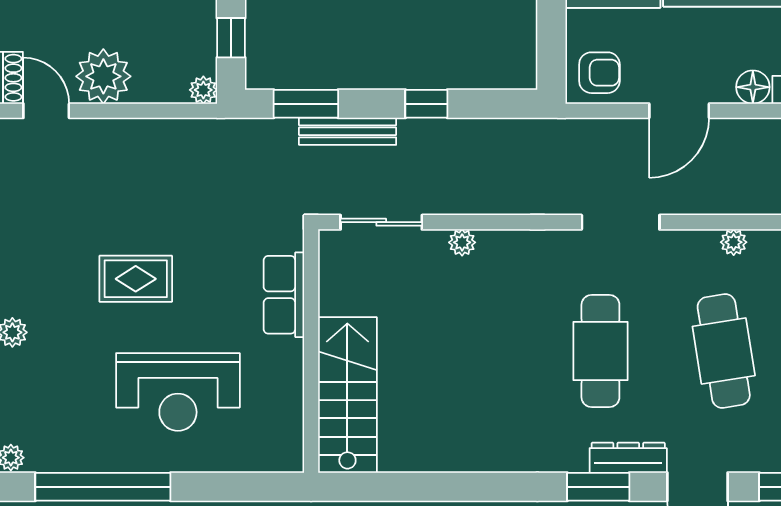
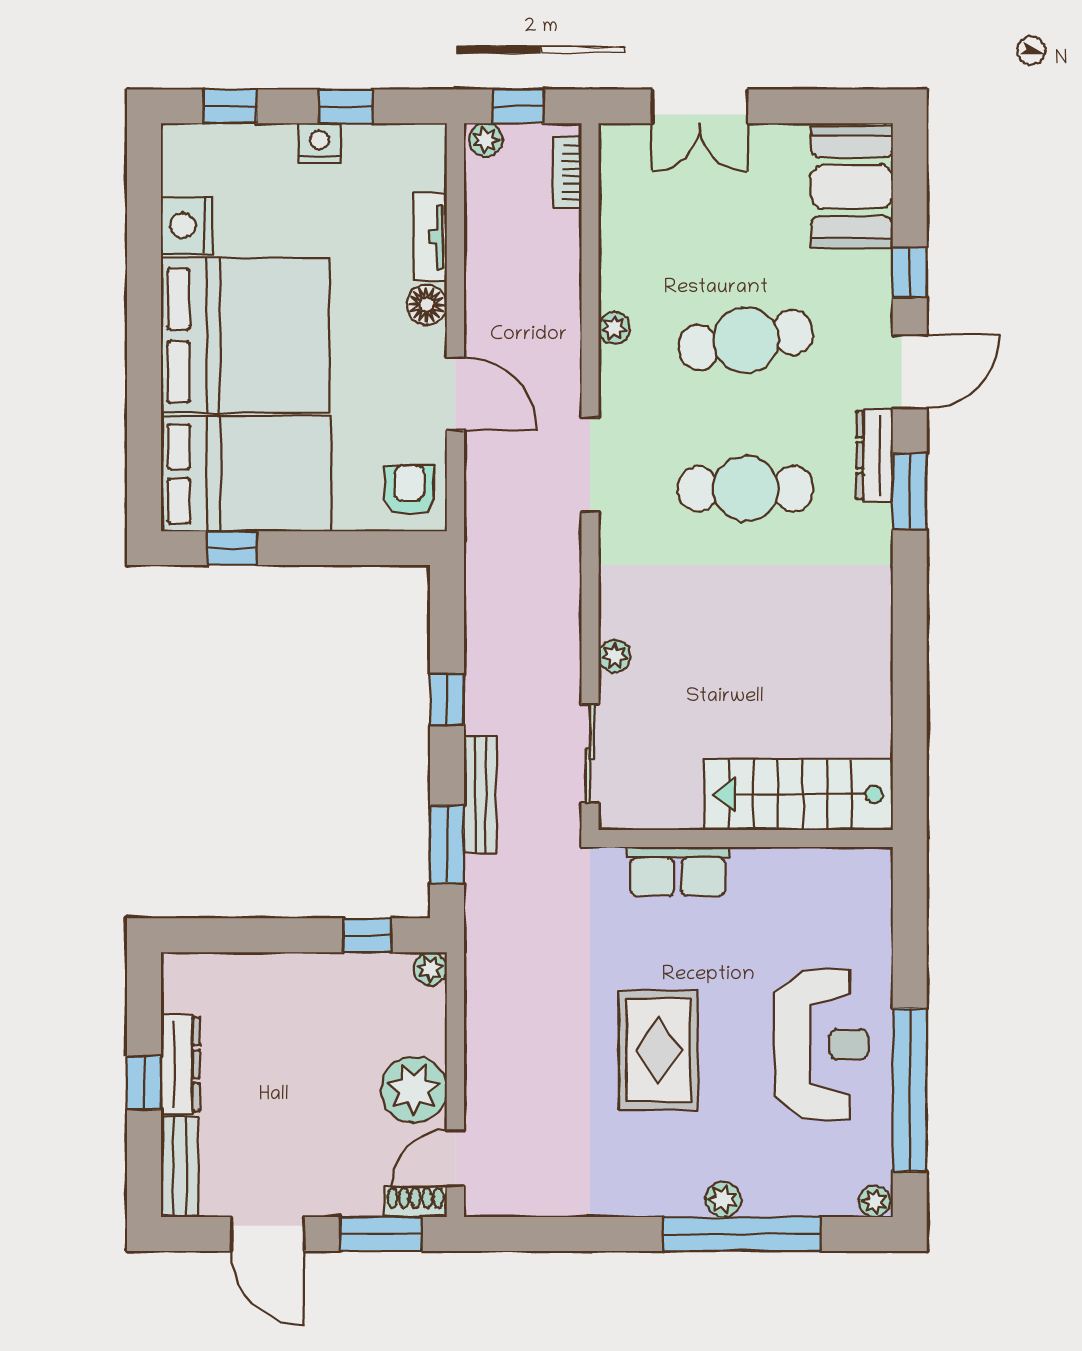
rug: (136, 279) -> (658, 1050), width x1.36, depth x1.43
reception desk: (178, 392) -> (822, 1045), moved

